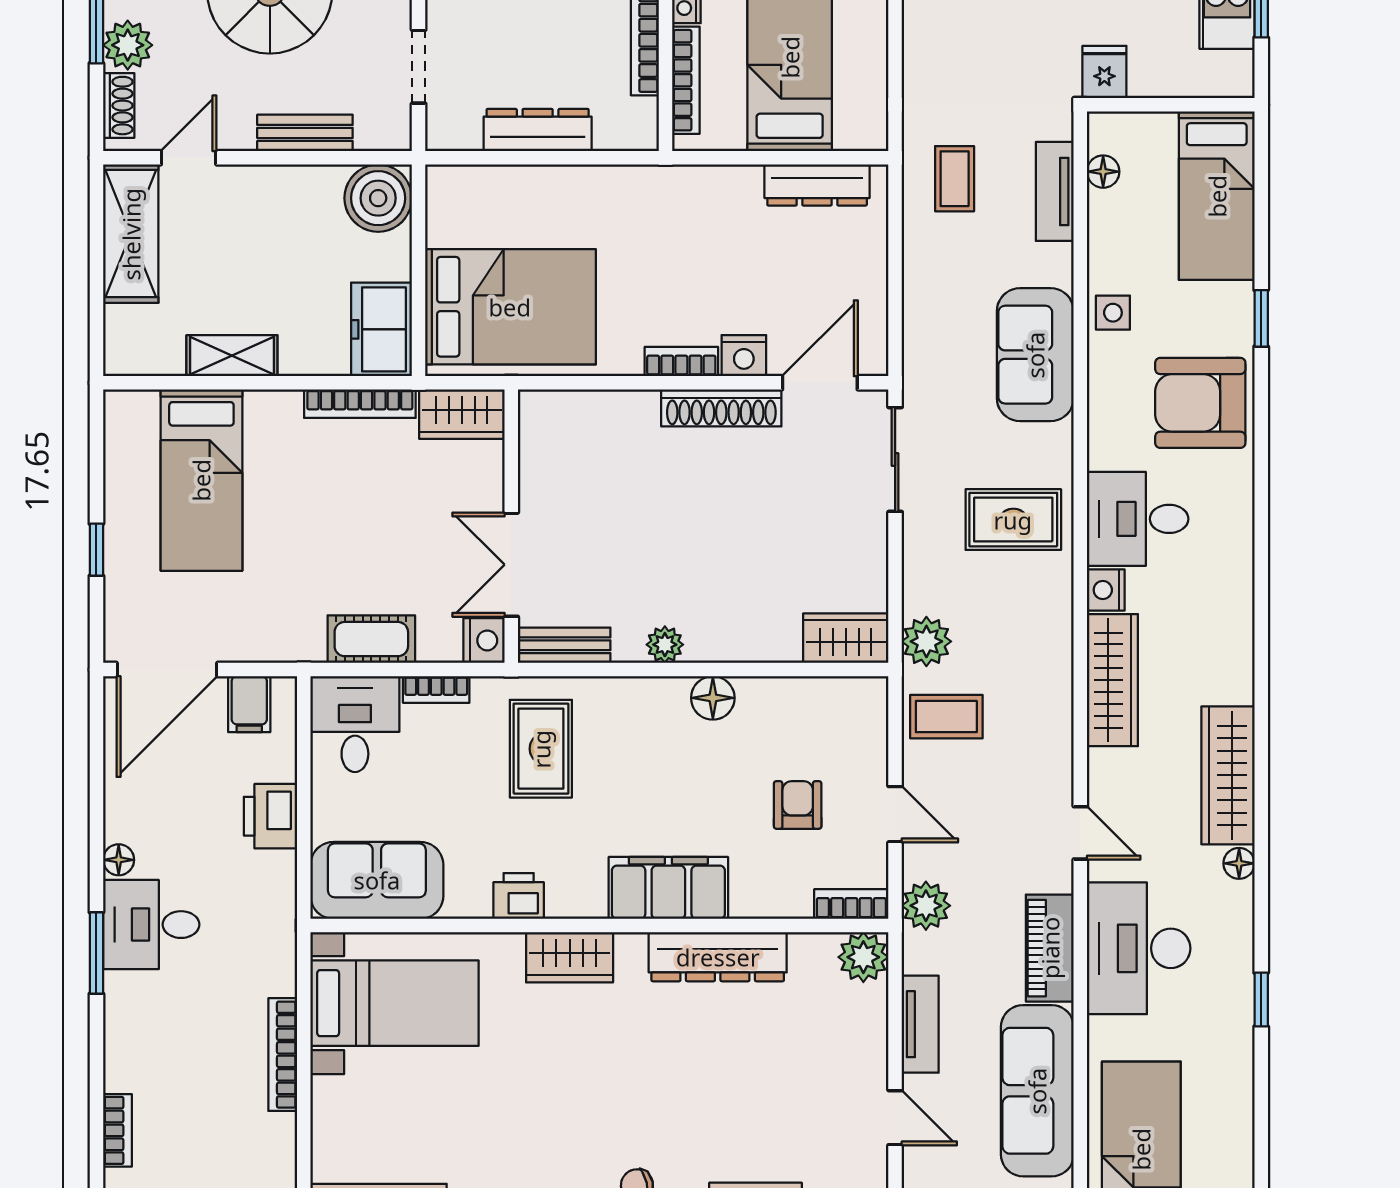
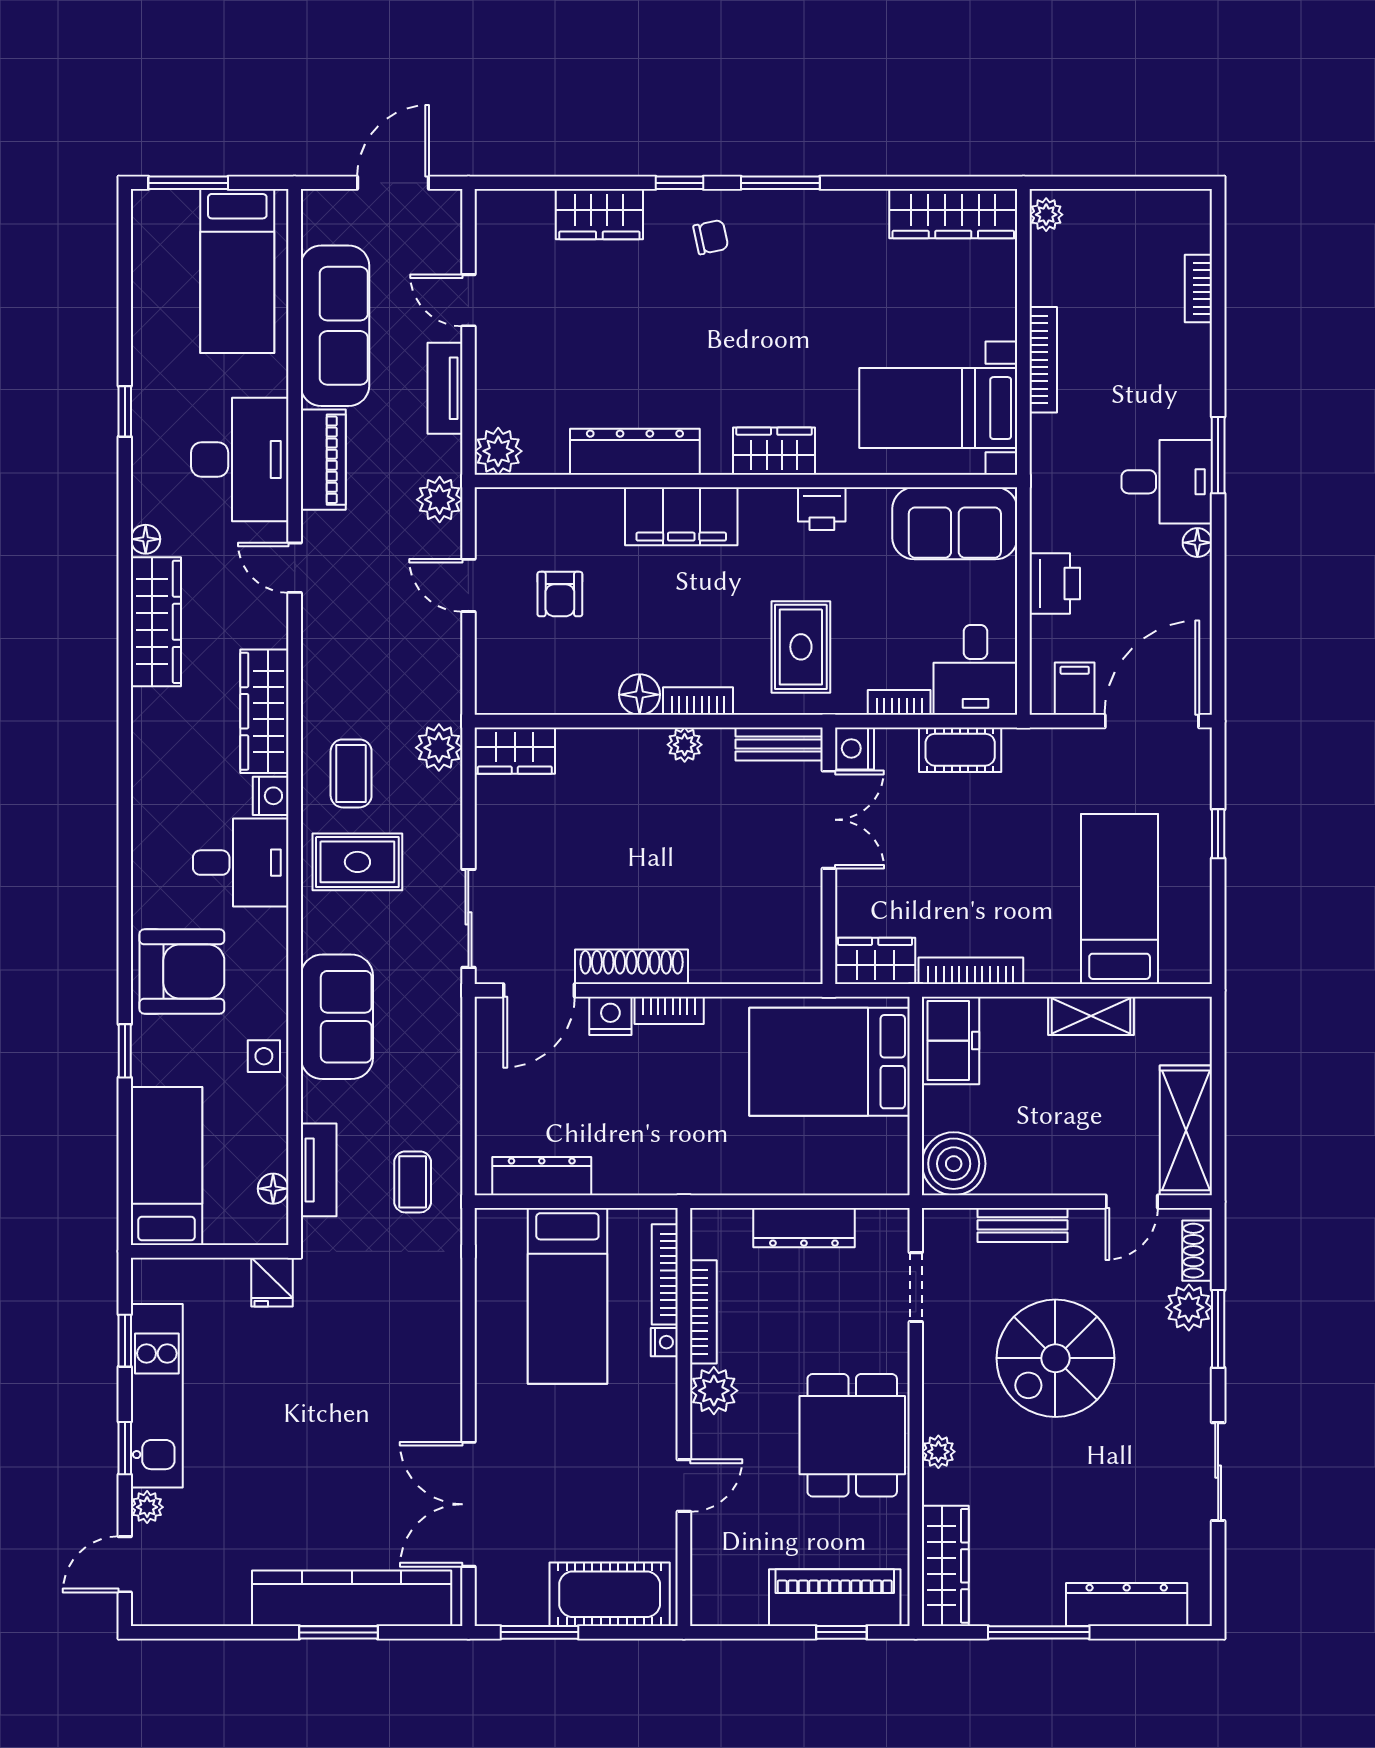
coffee table: (946, 717) -> (351, 773), moved, turned 90
bookcase: (851, 904) -> (698, 701), moved, turned 180

